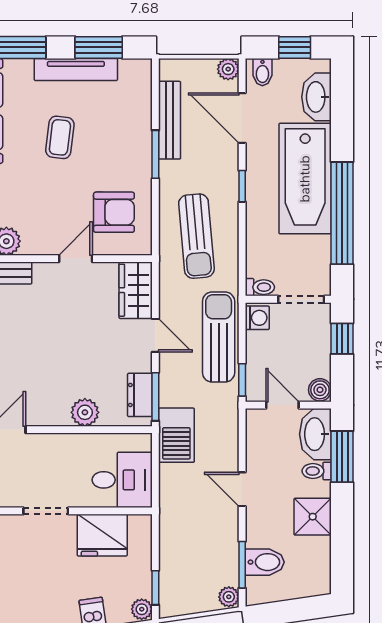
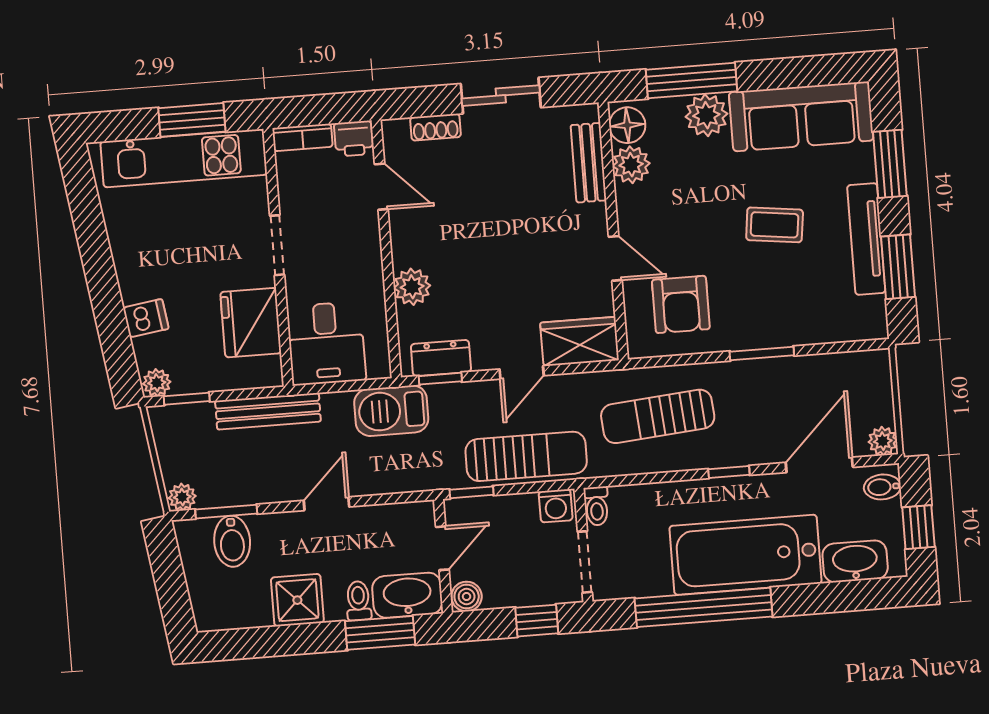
bench: (170, 120) -> (268, 411), moved
window: (155, 397) -> (440, 379), width x0.67

